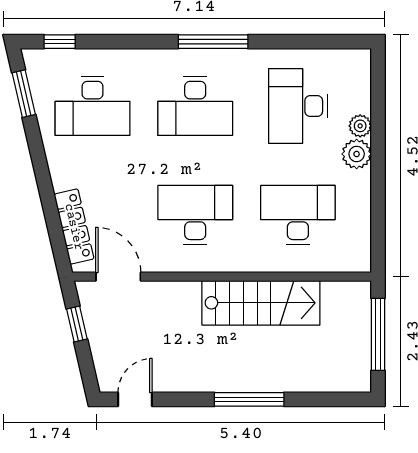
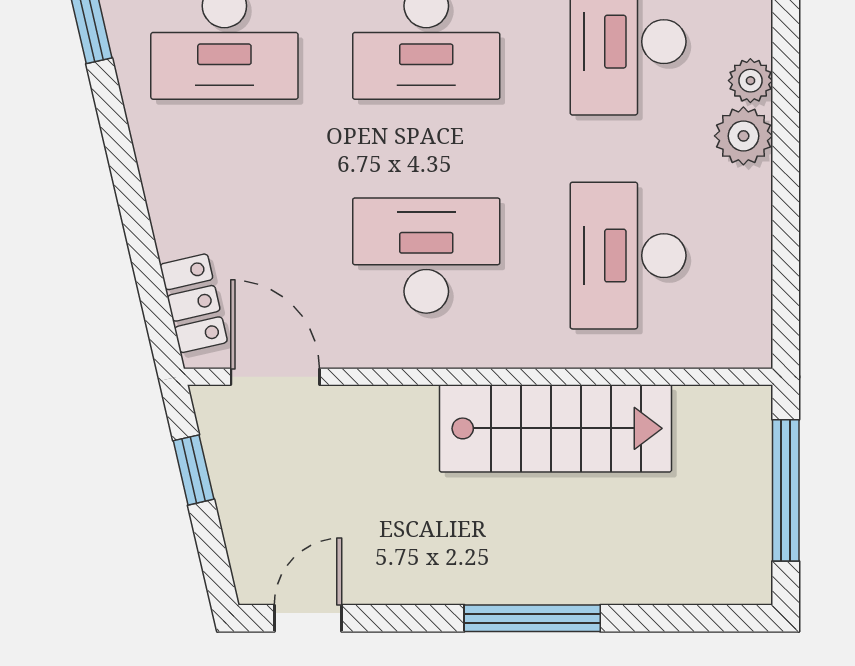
desk: (298, 215) -> (628, 256), turned -90
locker: (74, 227) -> (194, 303), width x0.66

